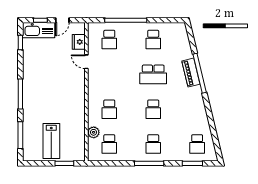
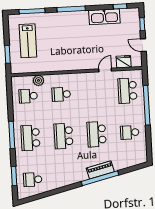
kitchen sink: (39, 30) -> (104, 17), moved, turned -90
school desk: (109, 40) -> (127, 91), width x1.85
school desk: (153, 109) -> (63, 136), width x1.85
lab bench: (51, 141) -> (28, 41), turned -90
school desk: (153, 144) -> (30, 138), width x1.85

